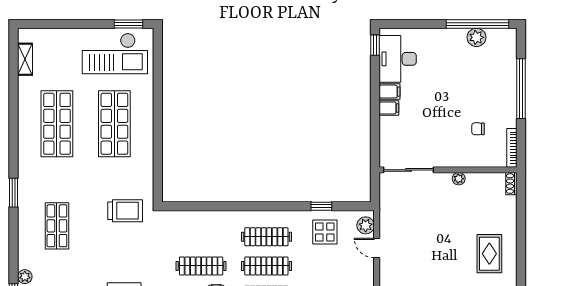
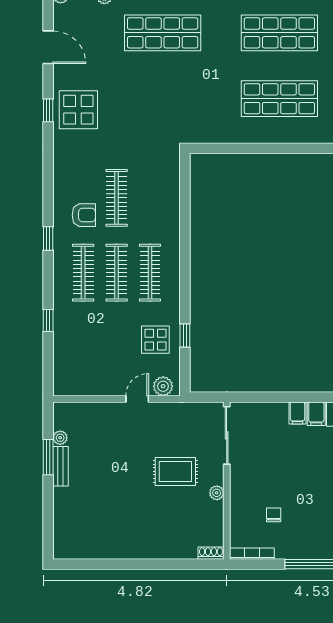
trolley: (125, 211) -> (180, 111), removed
shop shelf: (57, 226) -> (163, 33), width x1.43, depth x1.36
rug: (489, 254) -> (175, 471), moved

